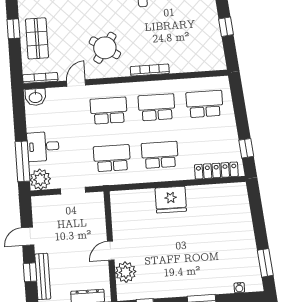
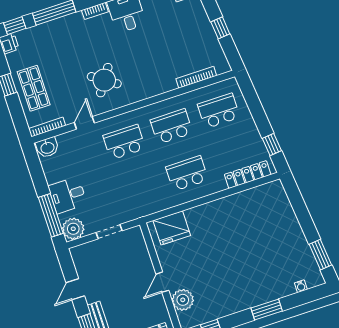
bookcase: (150, 70) -> (196, 77), moved
school desk: (112, 158) -> (140, 189), removed
fridge: (171, 200) -> (172, 228), moved

